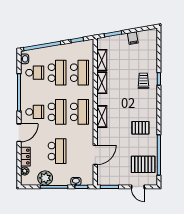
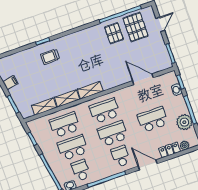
shelving: (102, 116) -> (90, 90), moved
pallet: (140, 128) -> (114, 33), moved

